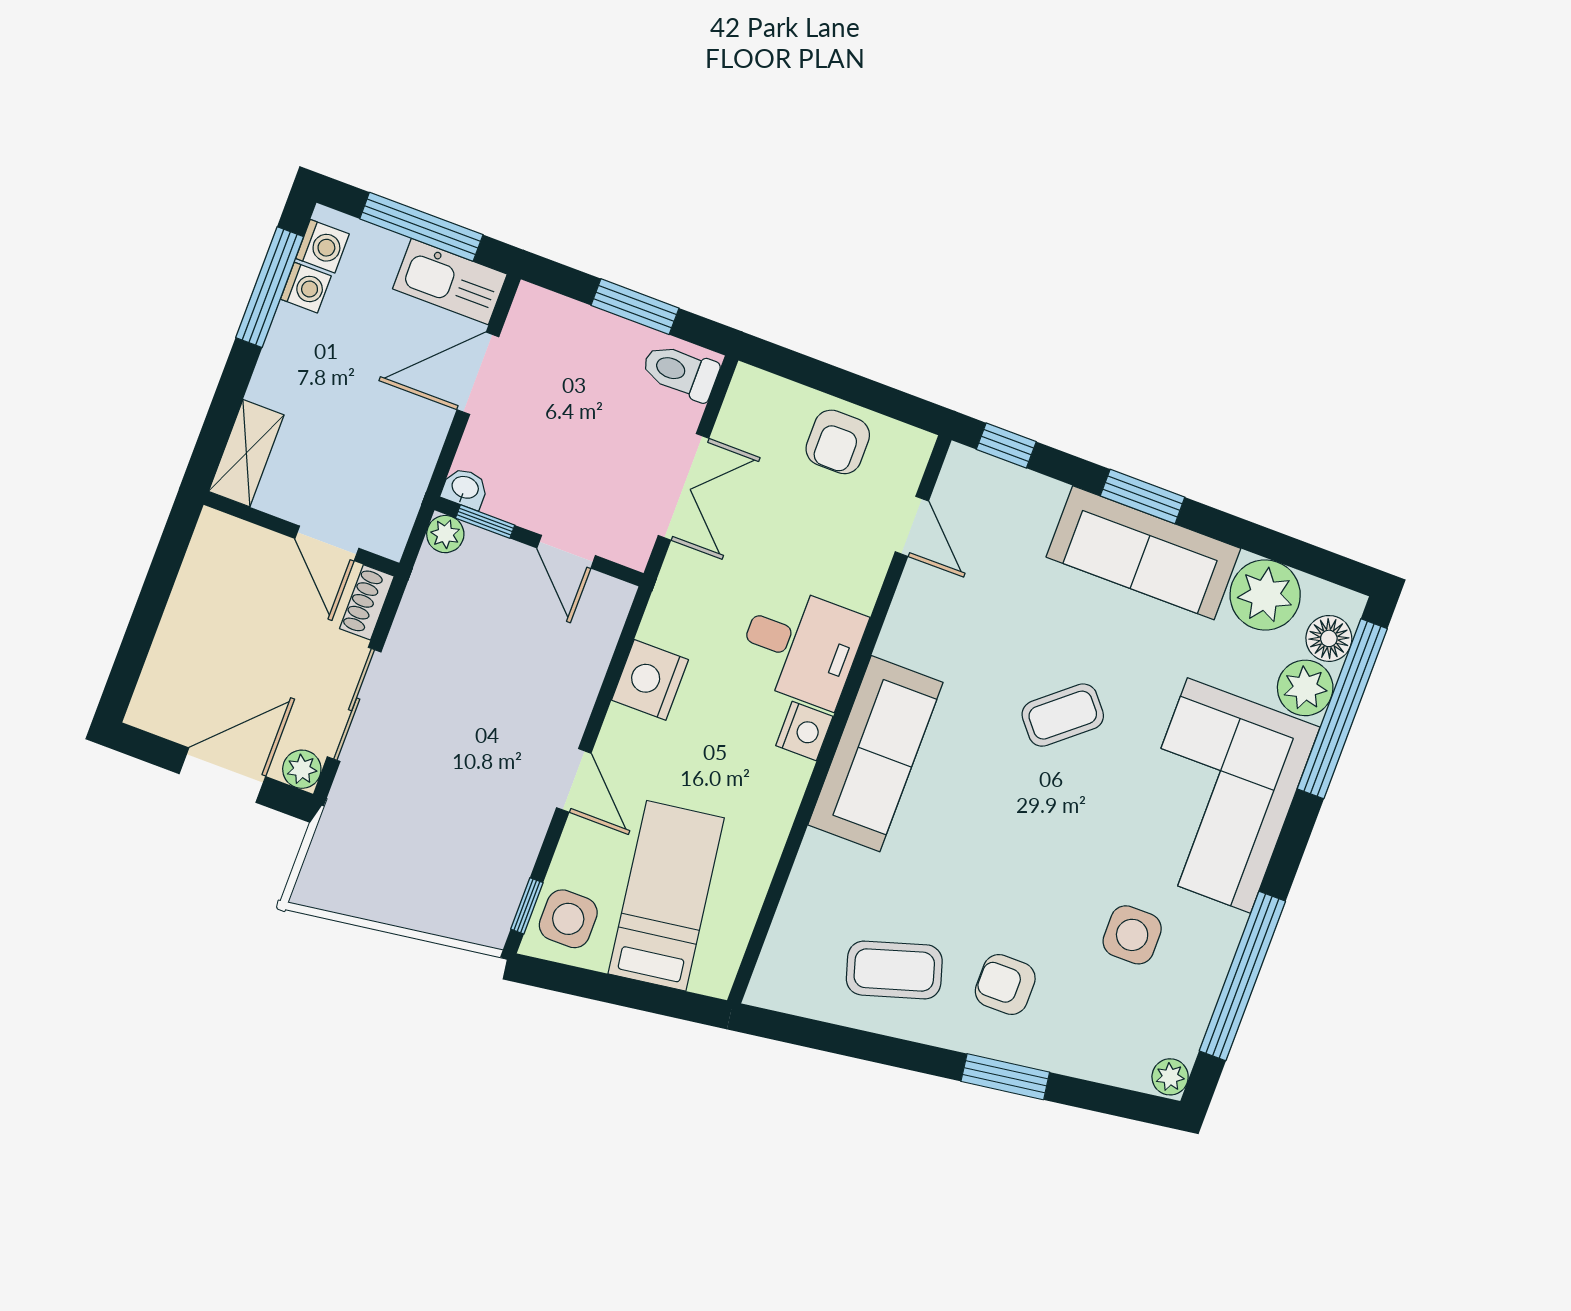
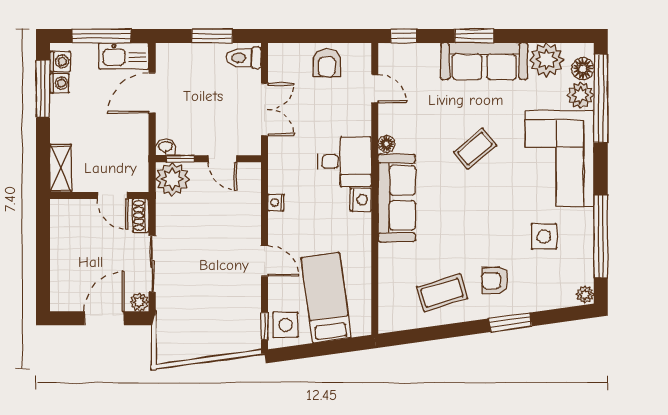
plant: (445, 534) -> (172, 179), width x1.87, depth x1.87
floor lamp: (894, 642) -> (386, 144), added
nightstand: (650, 680) -> (276, 203), width x0.53, depth x0.56

